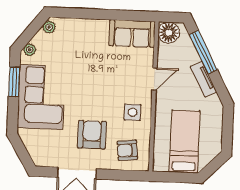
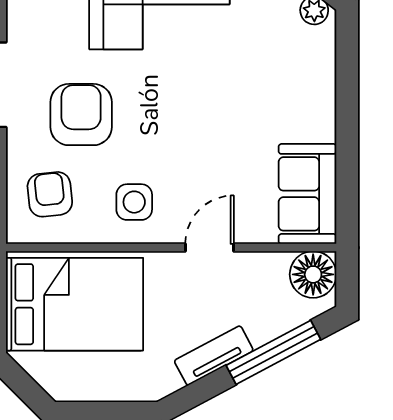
door: (155, 79) -> (209, 248), swing flipped
armchair: (92, 135) -> (81, 115), turned -90
bed: (185, 142) -> (74, 304), width x1.50

